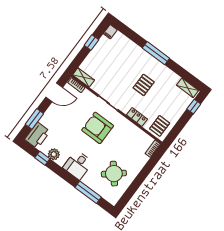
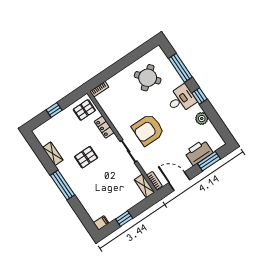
shelving: (188, 88) -> (53, 154), moved
window: (194, 107) -> (54, 110), moved
armchair: (98, 128) -> (148, 130), turned 90
printer: (37, 135) -> (199, 152), moved
window: (42, 158) -> (199, 96), moved

